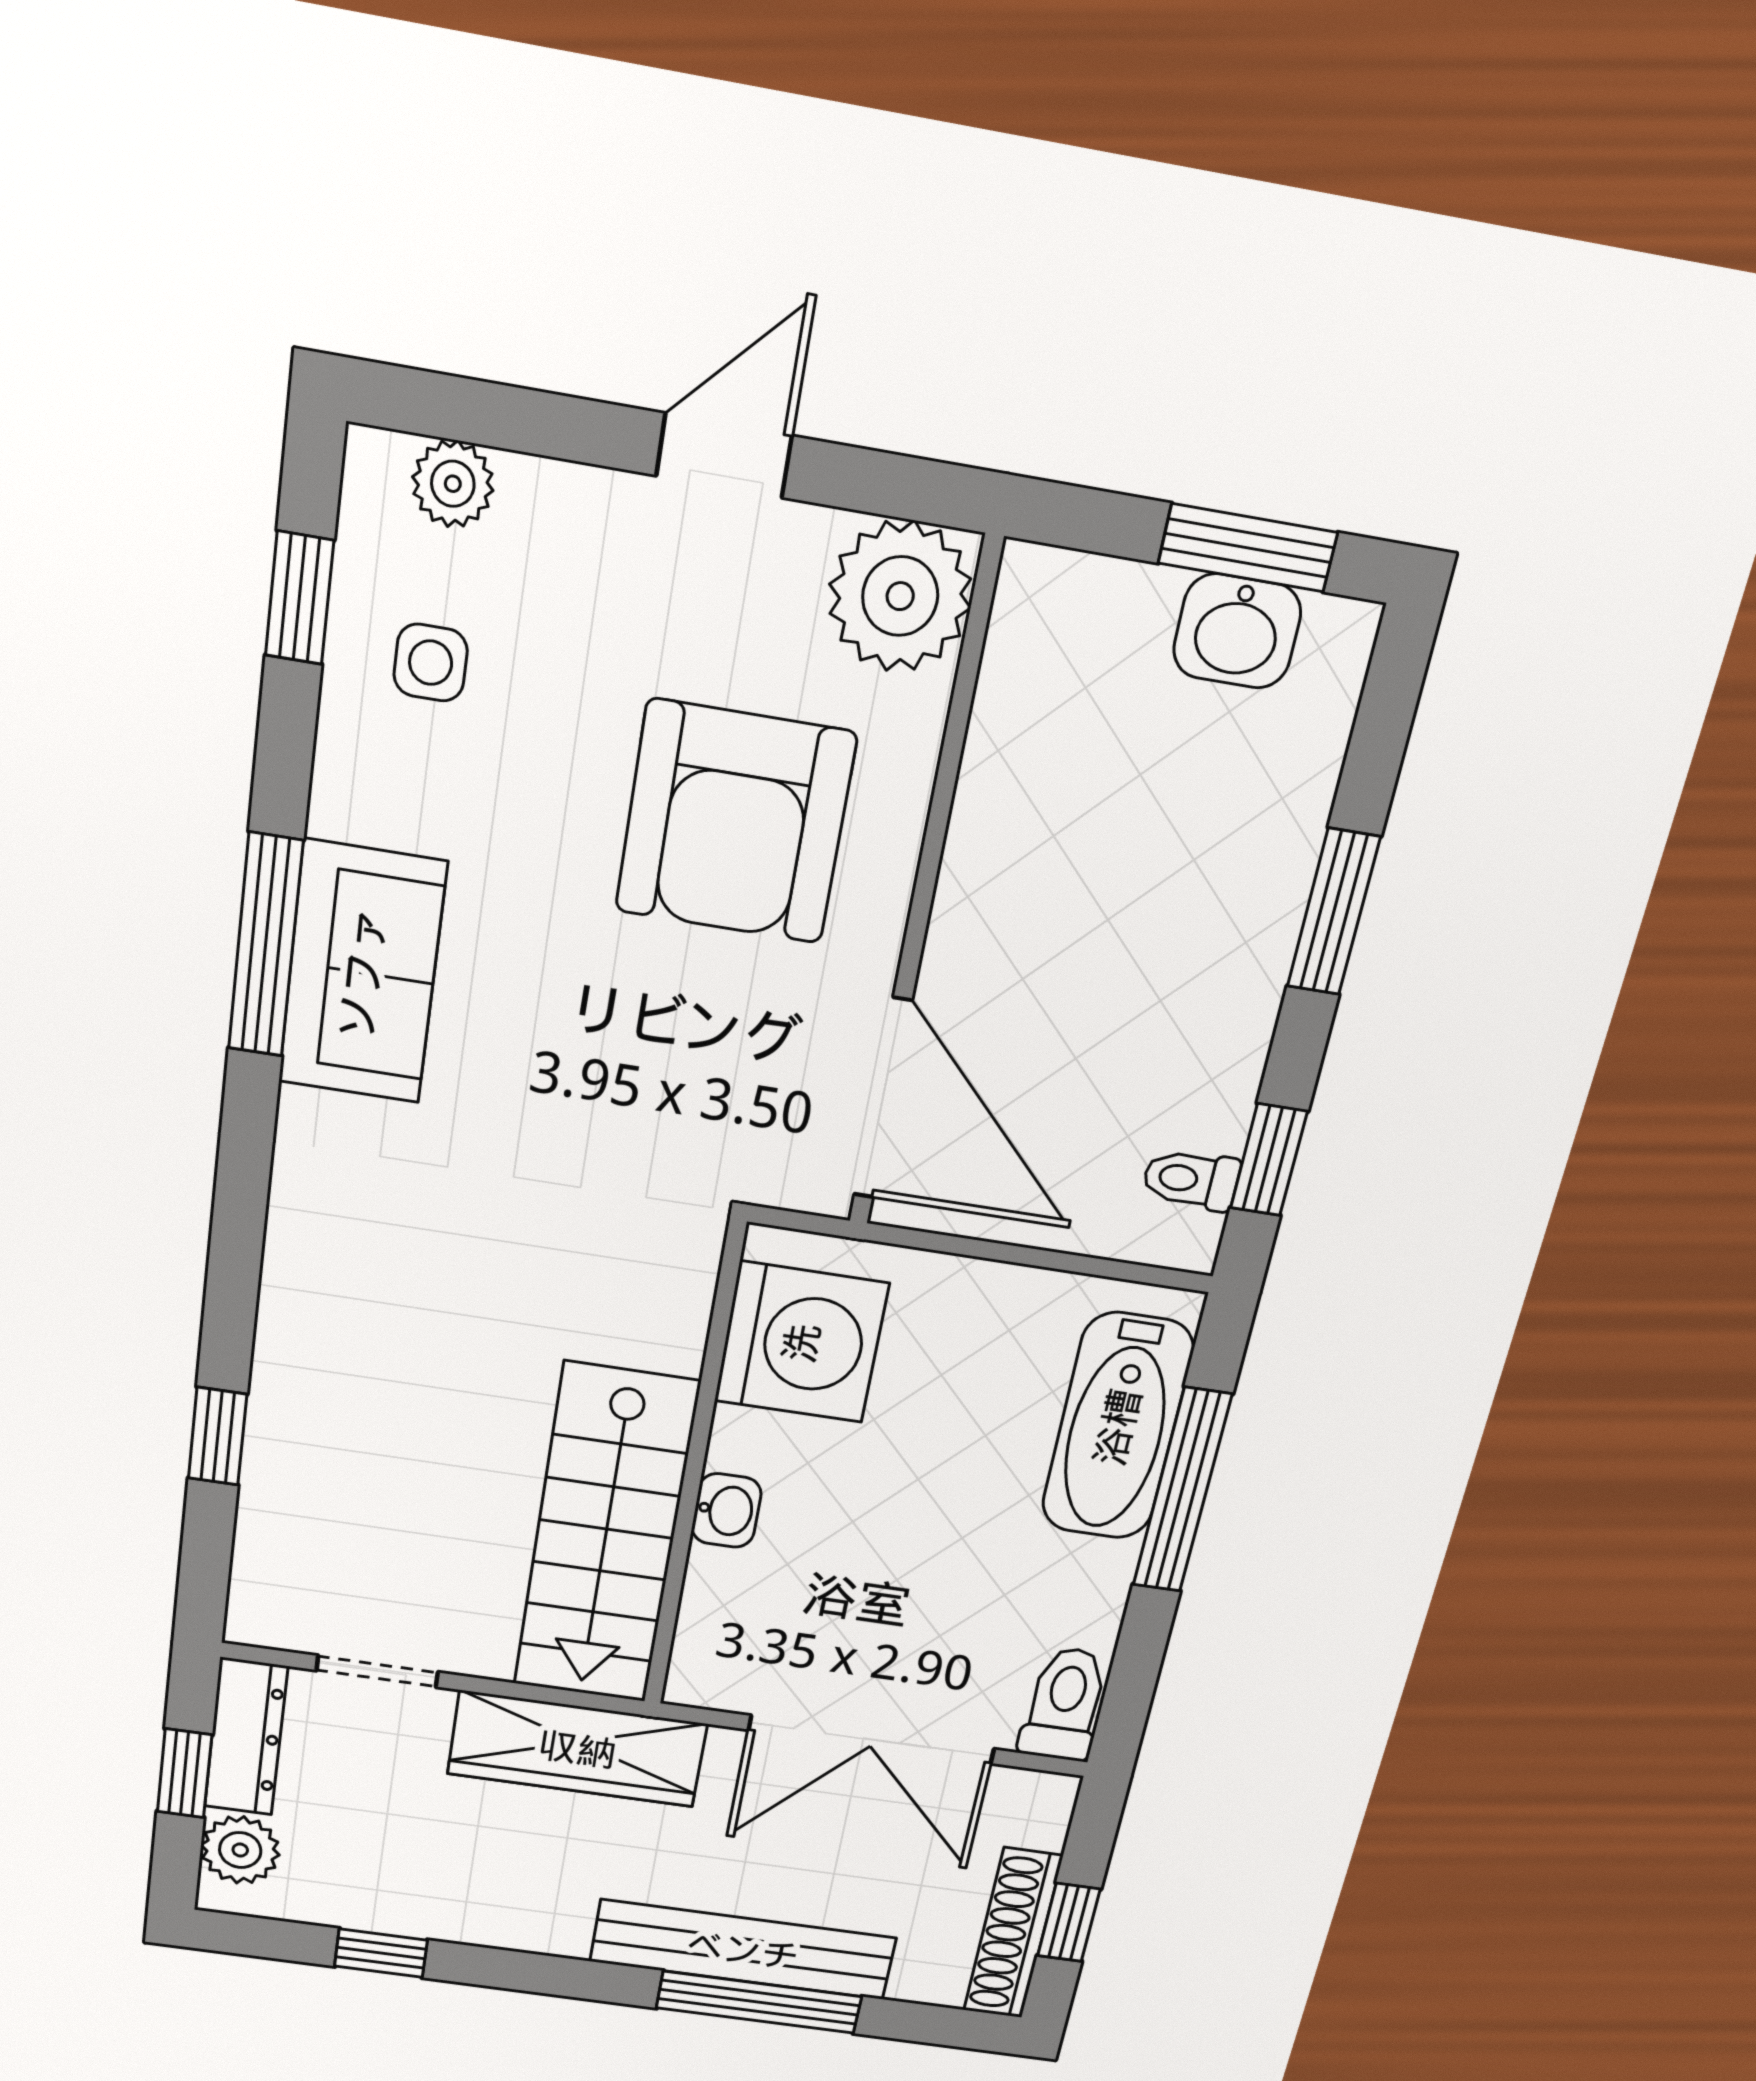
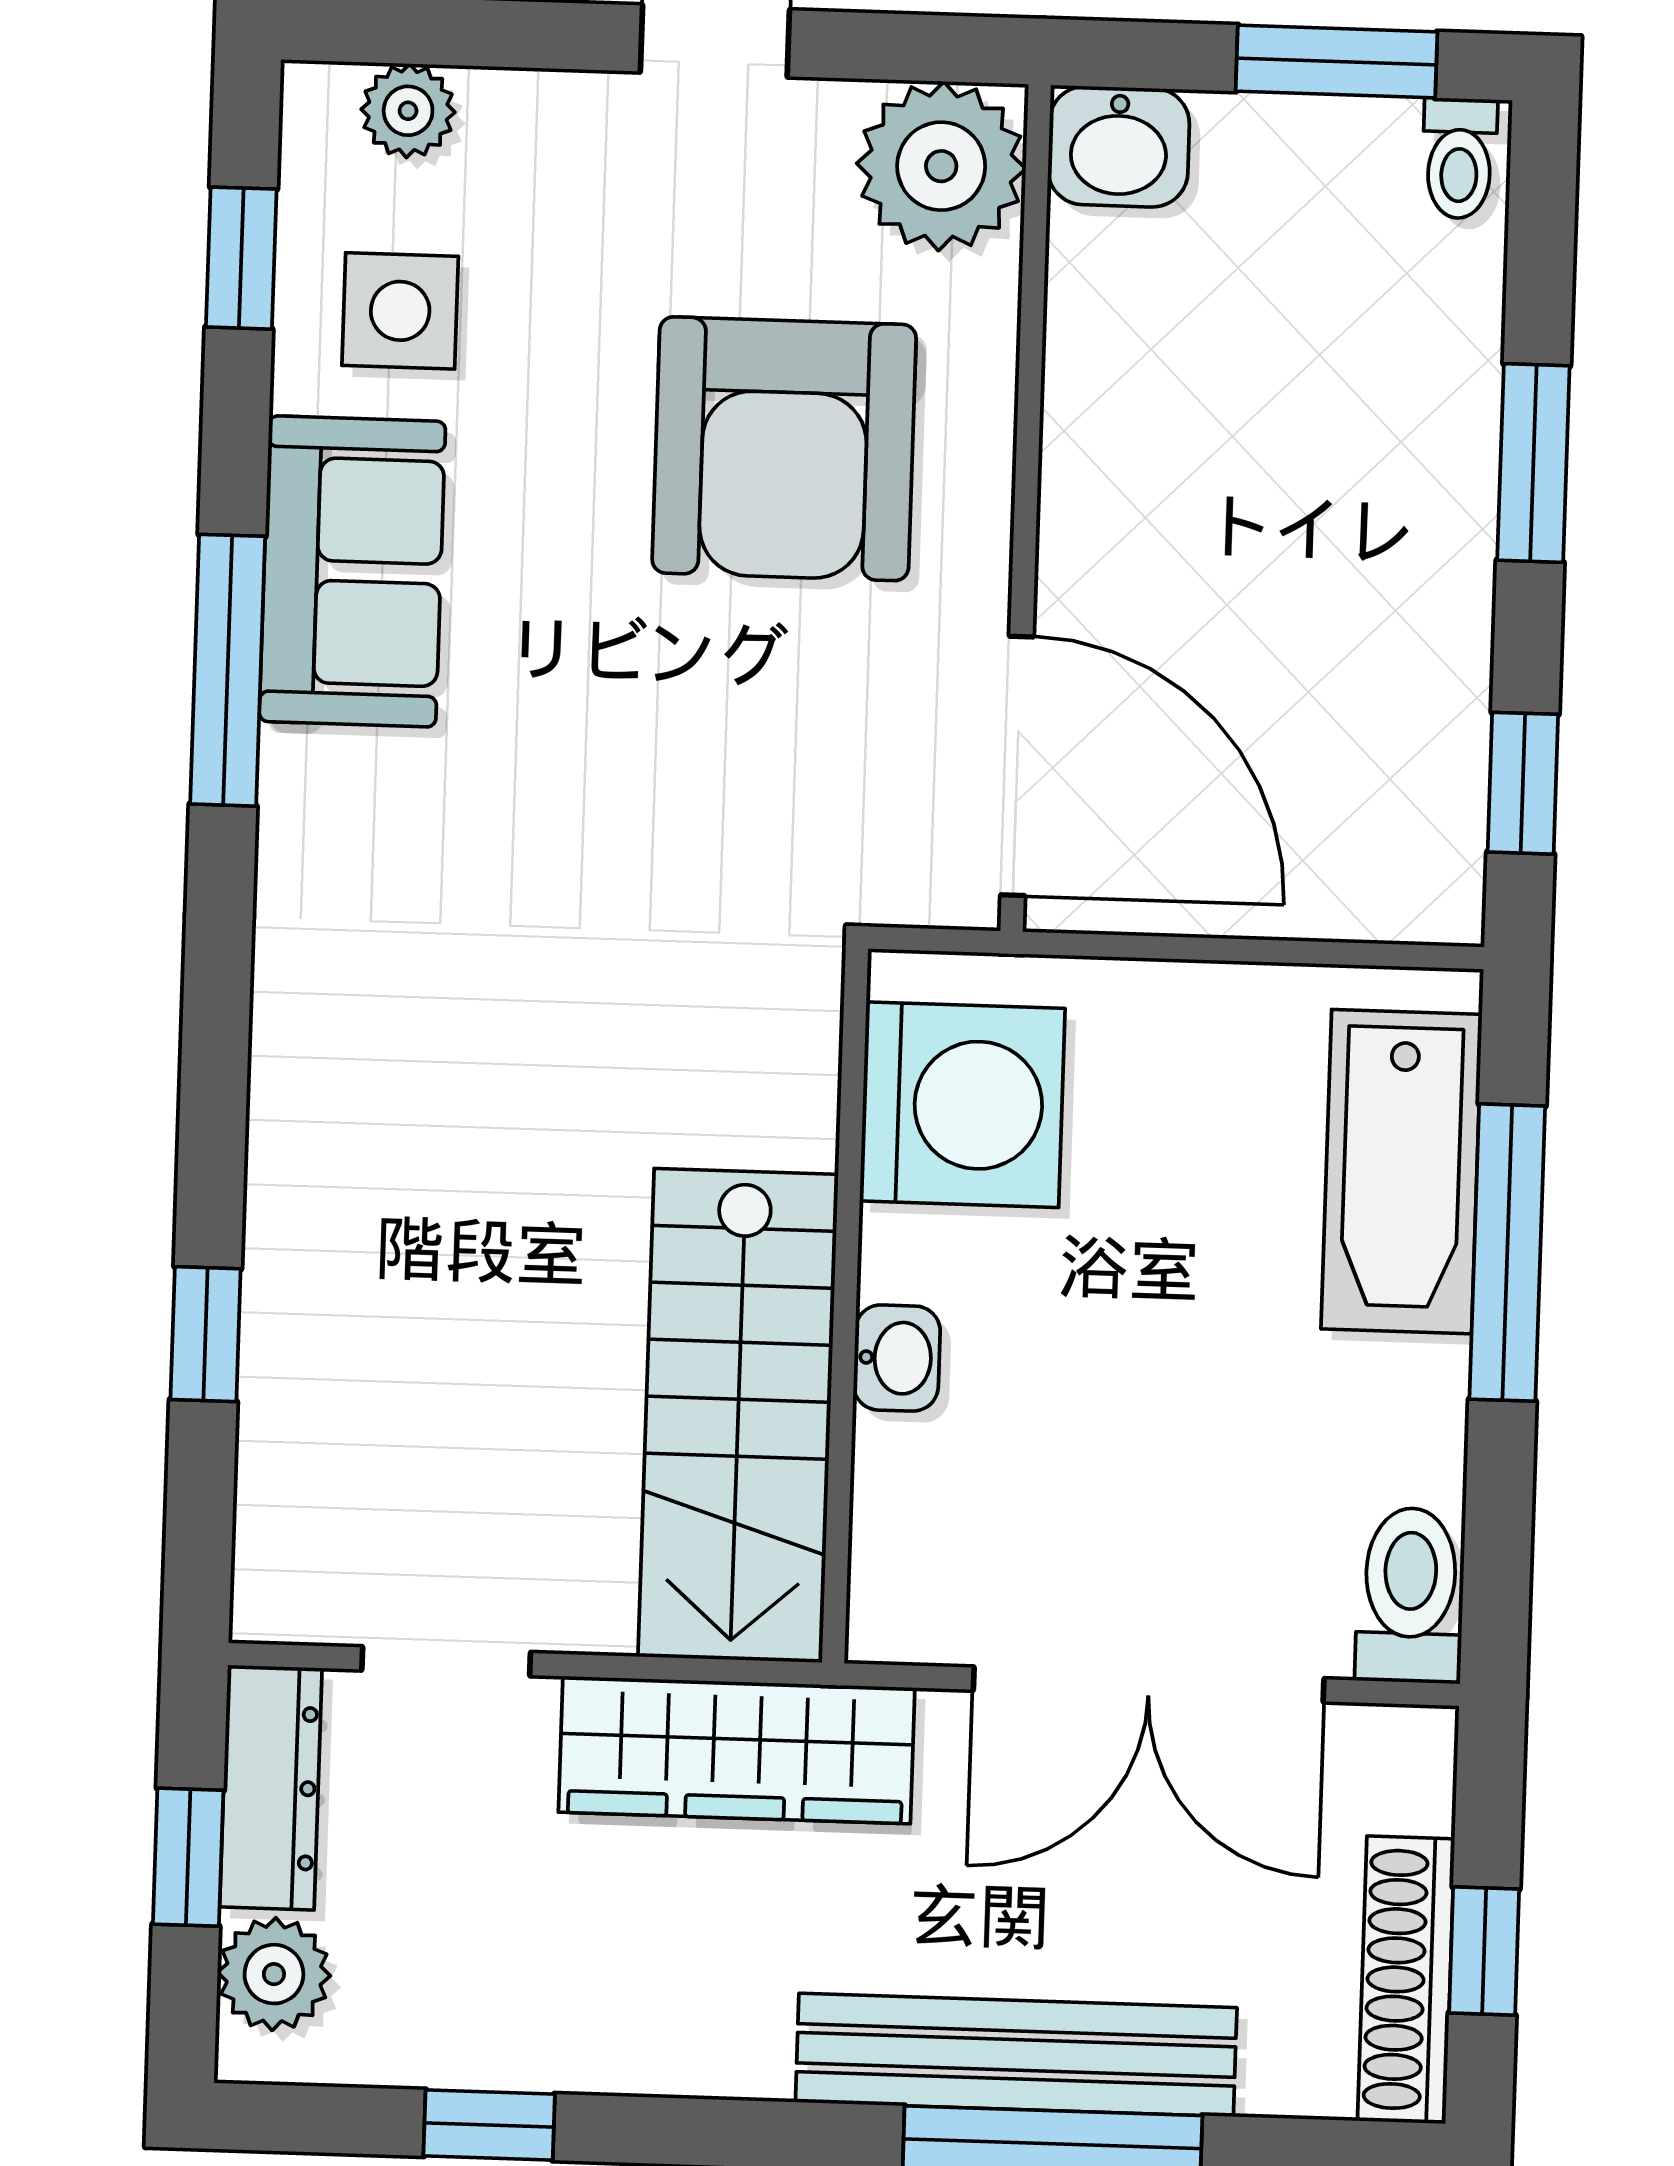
washbasin: (1237, 631) -> (1119, 147), moved
side table: (431, 663) -> (400, 311), width x1.37, depth x1.37
sofa: (362, 973) -> (352, 571), moved
toilet: (1191, 1180) -> (1459, 158), moved, turned -90

